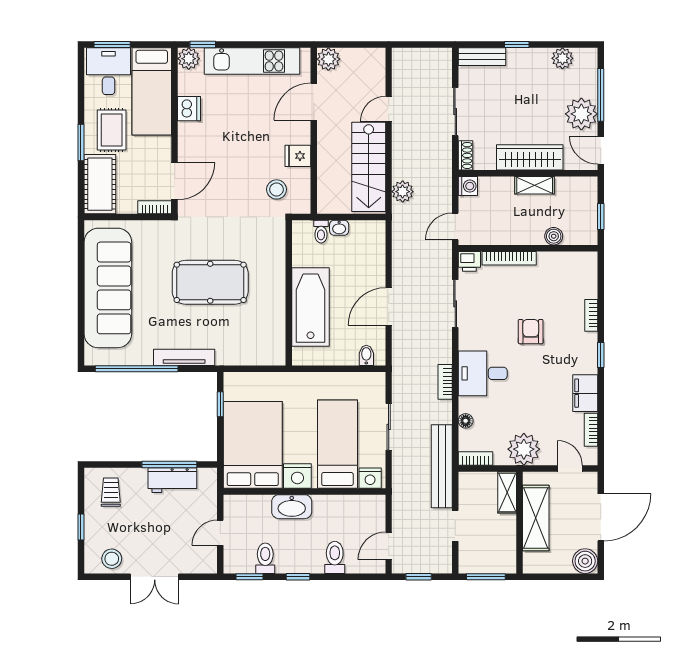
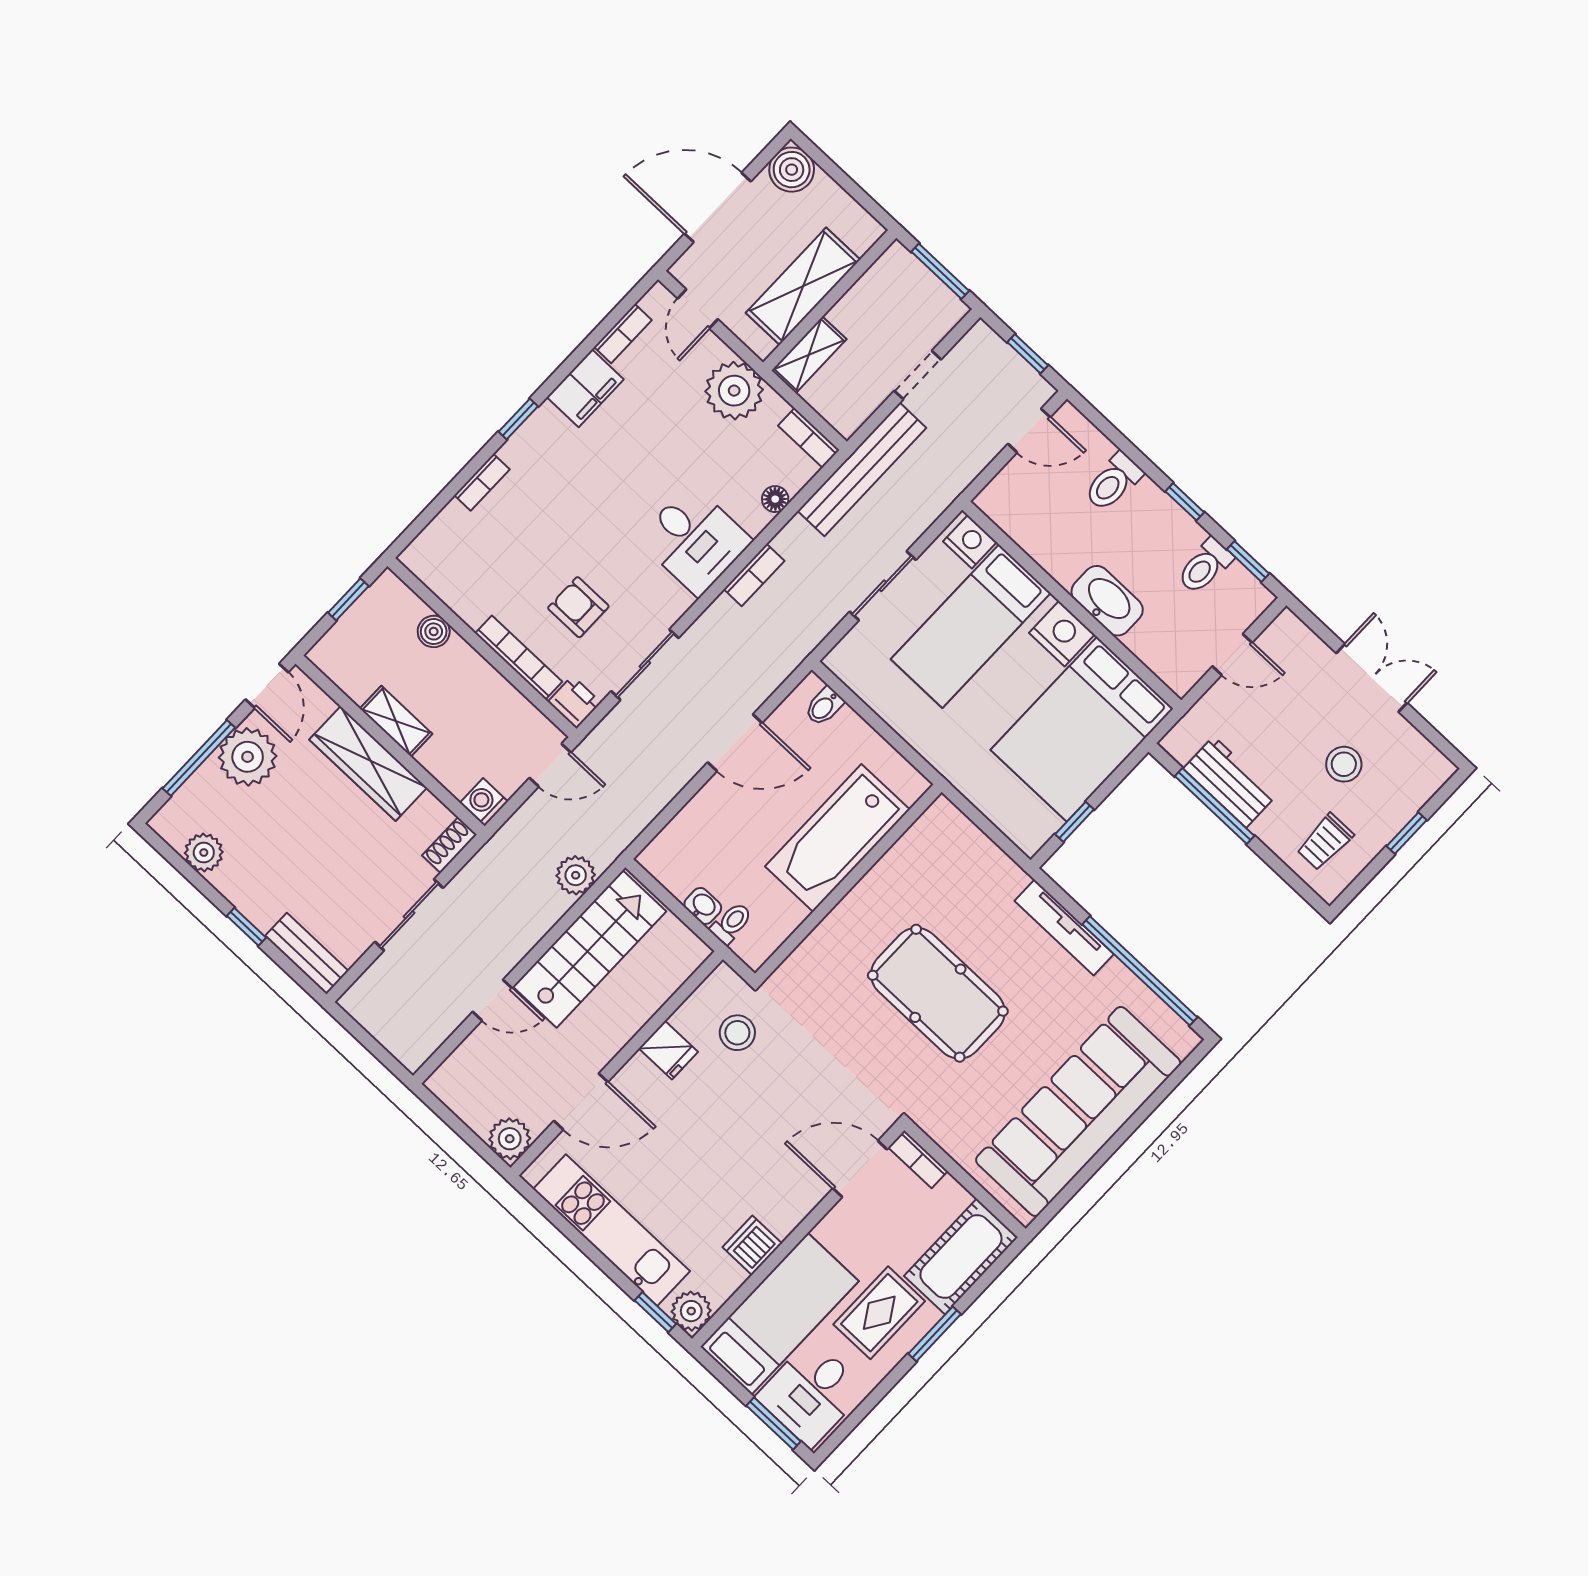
armchair: (531, 332) -> (578, 607), moved, turned 90
stool: (112, 559) -> (1344, 764), moved

